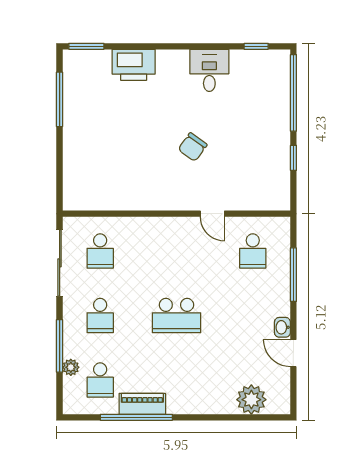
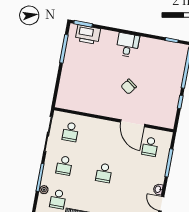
printer: (134, 65) -> (88, 35), moved
desk: (209, 70) -> (128, 45), moved
door: (212, 214) -> (133, 123), width x1.88
school desk: (176, 316) -> (104, 173), width x0.54

